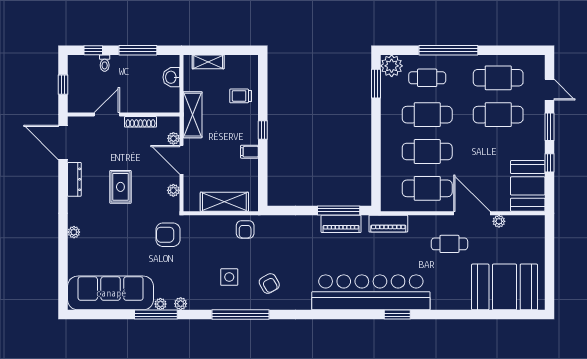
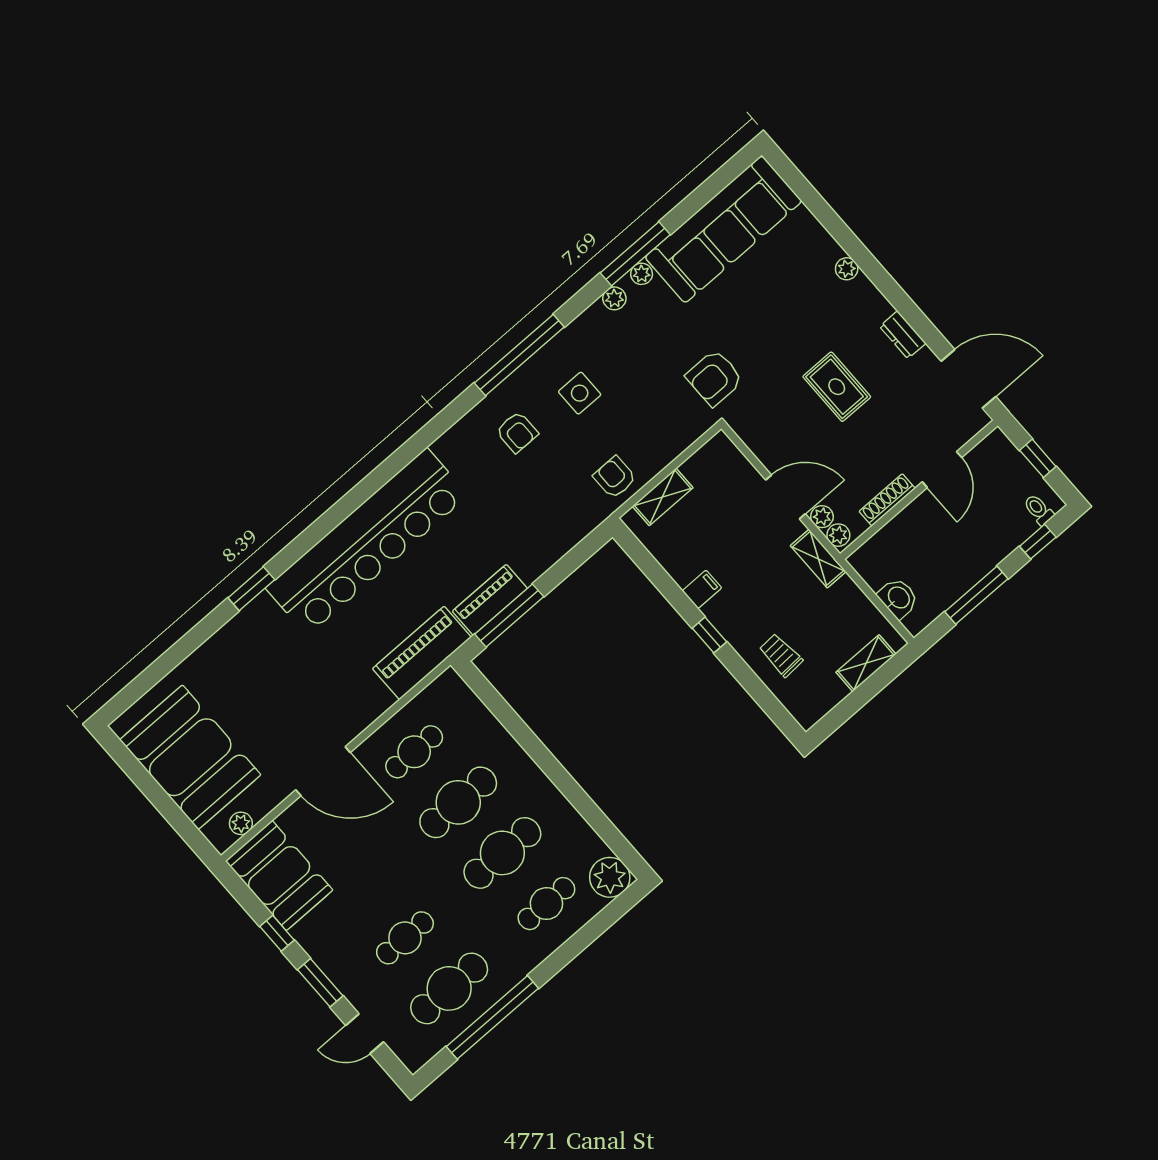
window: (448, 50) -> (492, 1017), moved
toilet: (105, 63) -> (1039, 510), moved
window: (376, 84) -> (610, 834), removed
trolley: (241, 96) -> (781, 655), turned -93
shelving: (193, 115) -> (818, 559), width x0.67, depth x0.75
cafe table: (498, 115) -> (405, 938), width x0.73, depth x0.74
dresser: (74, 179) -> (903, 335), width x0.70
cafe table: (427, 188) -> (414, 752), width x0.73, depth x0.74
plant: (173, 190) -> (838, 535), moved
shelving: (224, 202) -> (663, 497), width x0.67, depth x0.75
plant: (499, 221) -> (241, 823), moved
piano: (388, 224) -> (422, 653), width x1.37, depth x1.33
armchair: (168, 235) -> (714, 378), turned 180
cafe table: (449, 244) -> (317, 702), removed
armchair: (269, 284) -> (517, 432), turned -151
booth: (505, 287) -> (190, 757), moved, turned 90
window: (397, 315) -> (251, 589), moved

